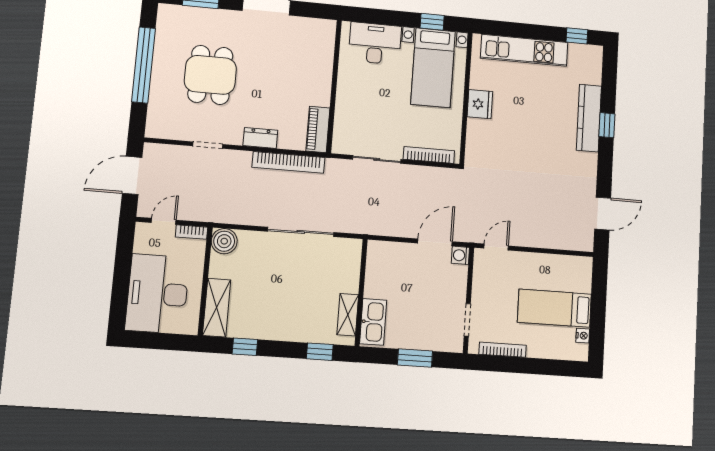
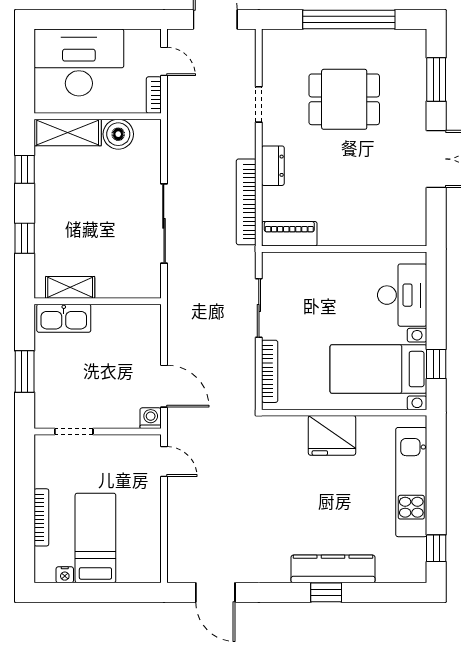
fridge: (480, 104) -> (332, 435), width x1.36, depth x1.34
boiler: (224, 241) -> (118, 134), moved
bookcase: (503, 350) -> (41, 517), moved
window: (320, 352) -> (25, 238), moved

